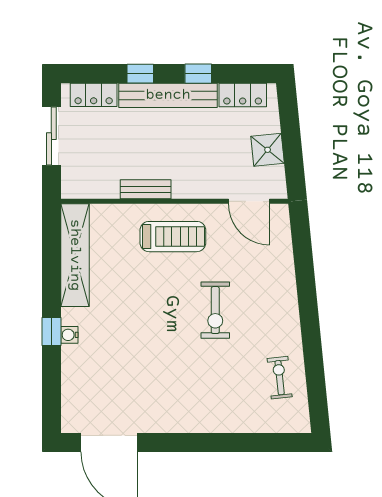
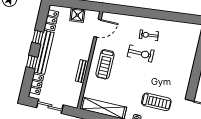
treadmill: (173, 237) -> (105, 64), turned 180
treadmill: (116, 369) -> (156, 102), added
exercise bike: (280, 378) -> (149, 35), moved

